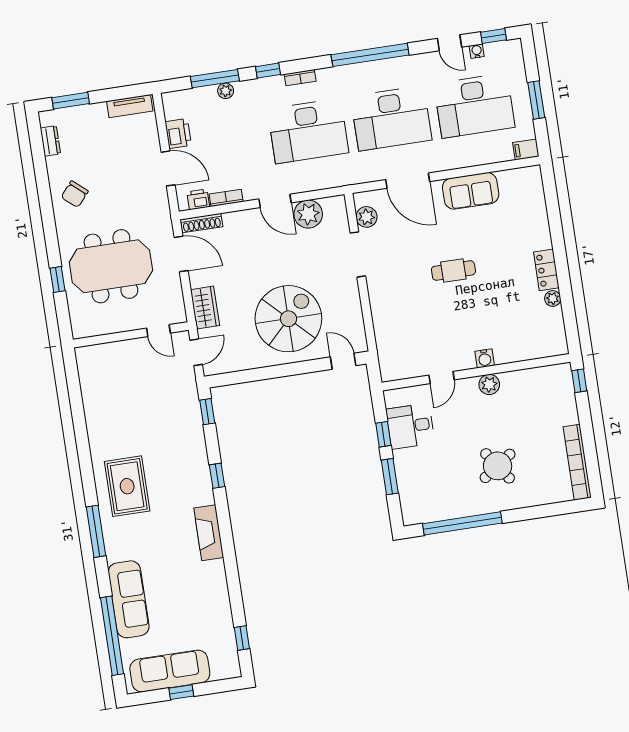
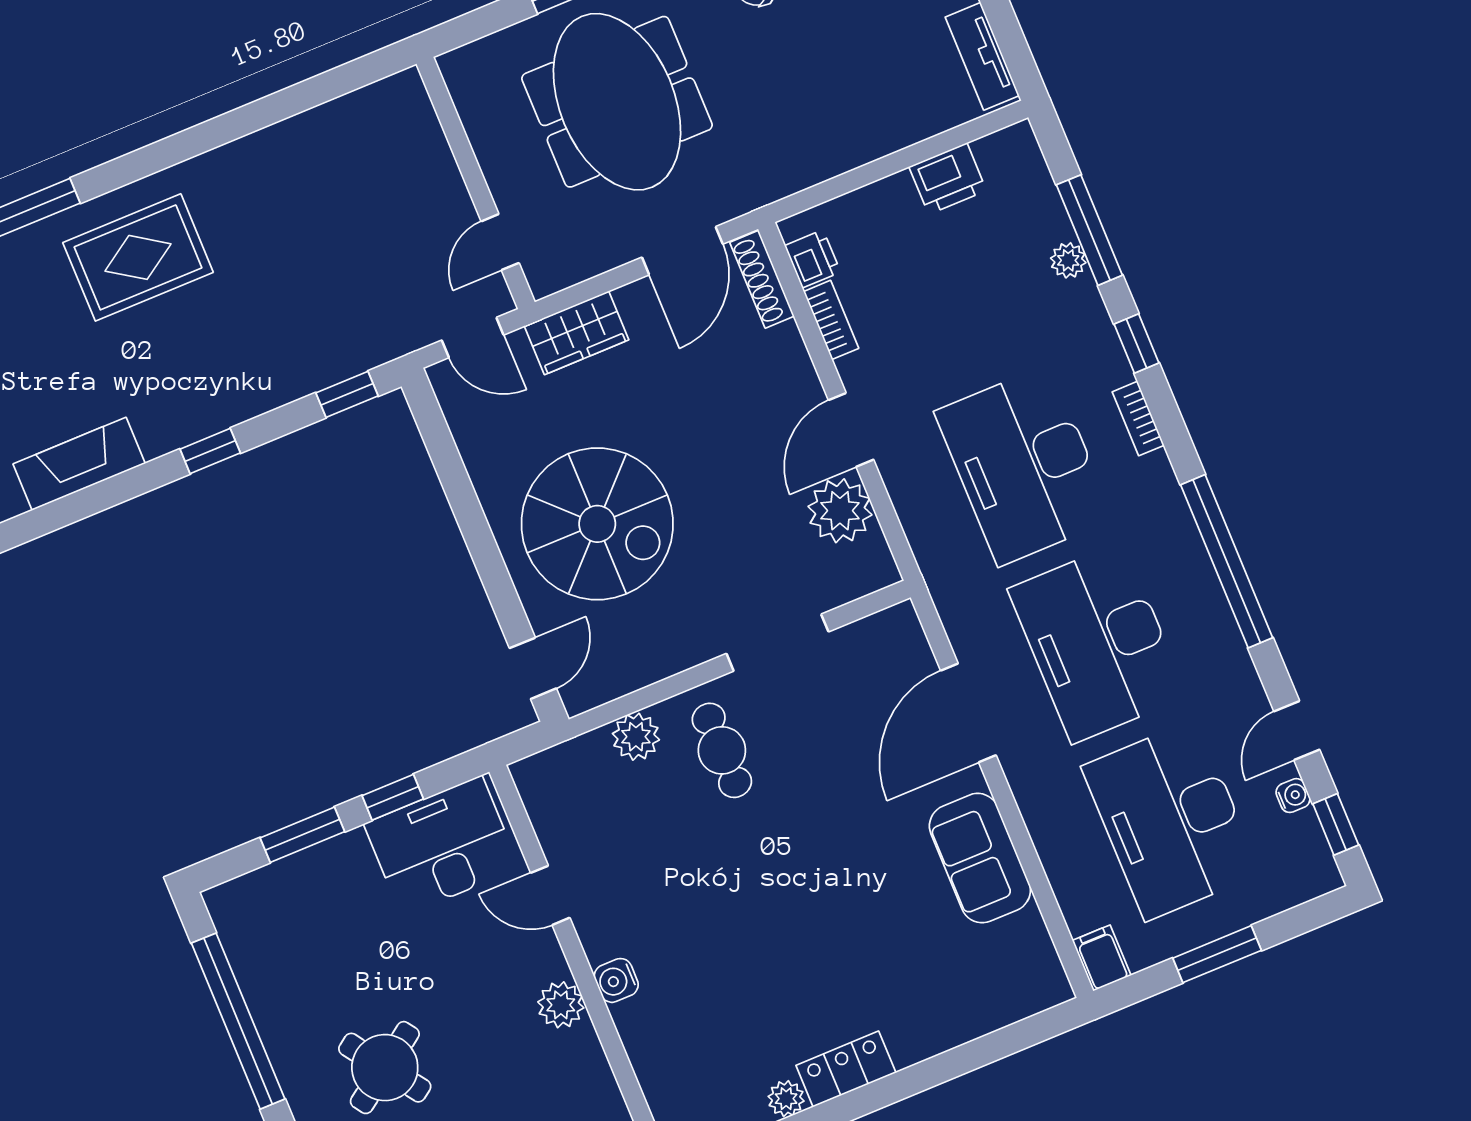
door: (168, 168) -> (865, 175), removed
plant: (367, 217) -> (636, 737), moved
cafe table: (453, 271) -> (722, 750), moved
desk: (410, 426) -> (442, 846), width x1.37

